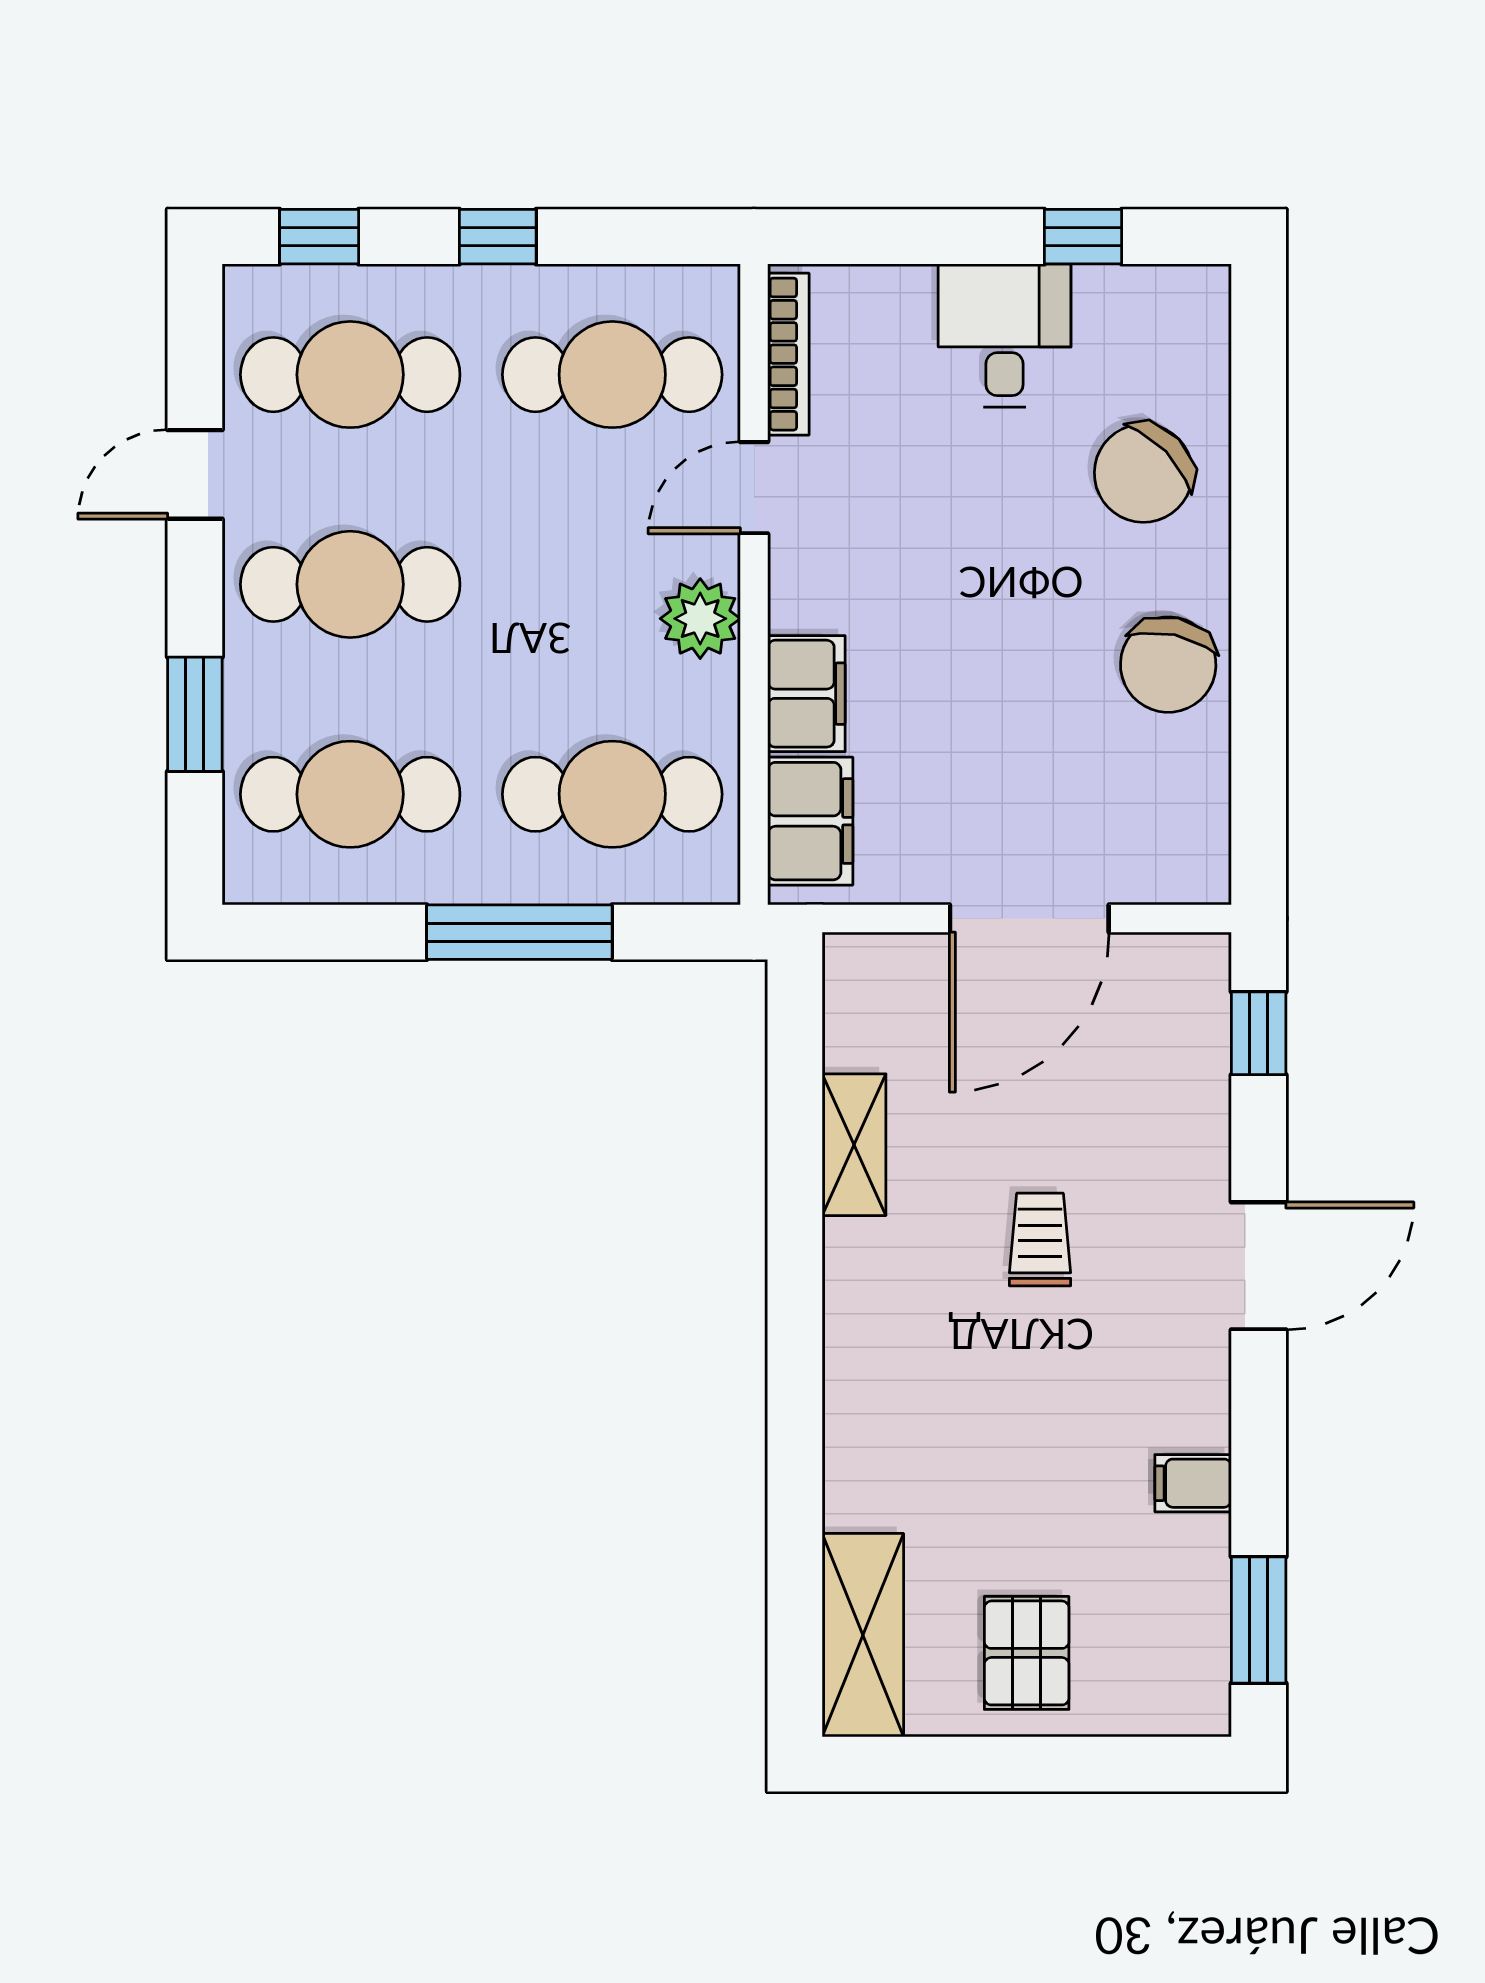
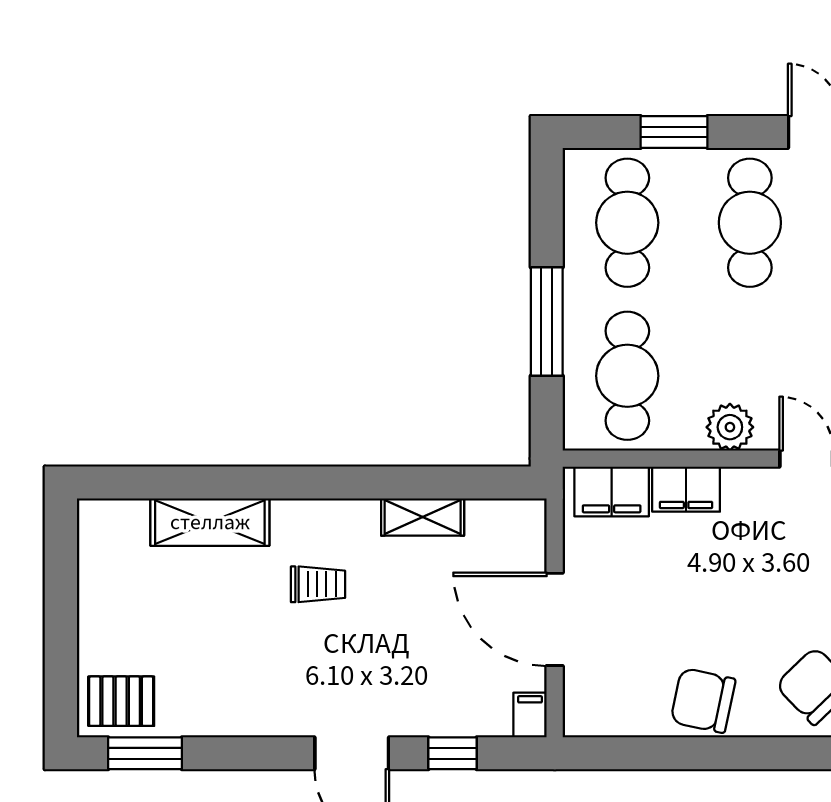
window: (1259, 1033) -> (453, 753), moved
trolley: (1040, 1239) -> (318, 584), moved
filing cabinet: (1193, 1483) -> (530, 715), moved
shelving: (863, 1635) -> (210, 522), moved
pallet: (1027, 1653) -> (121, 701), moved

